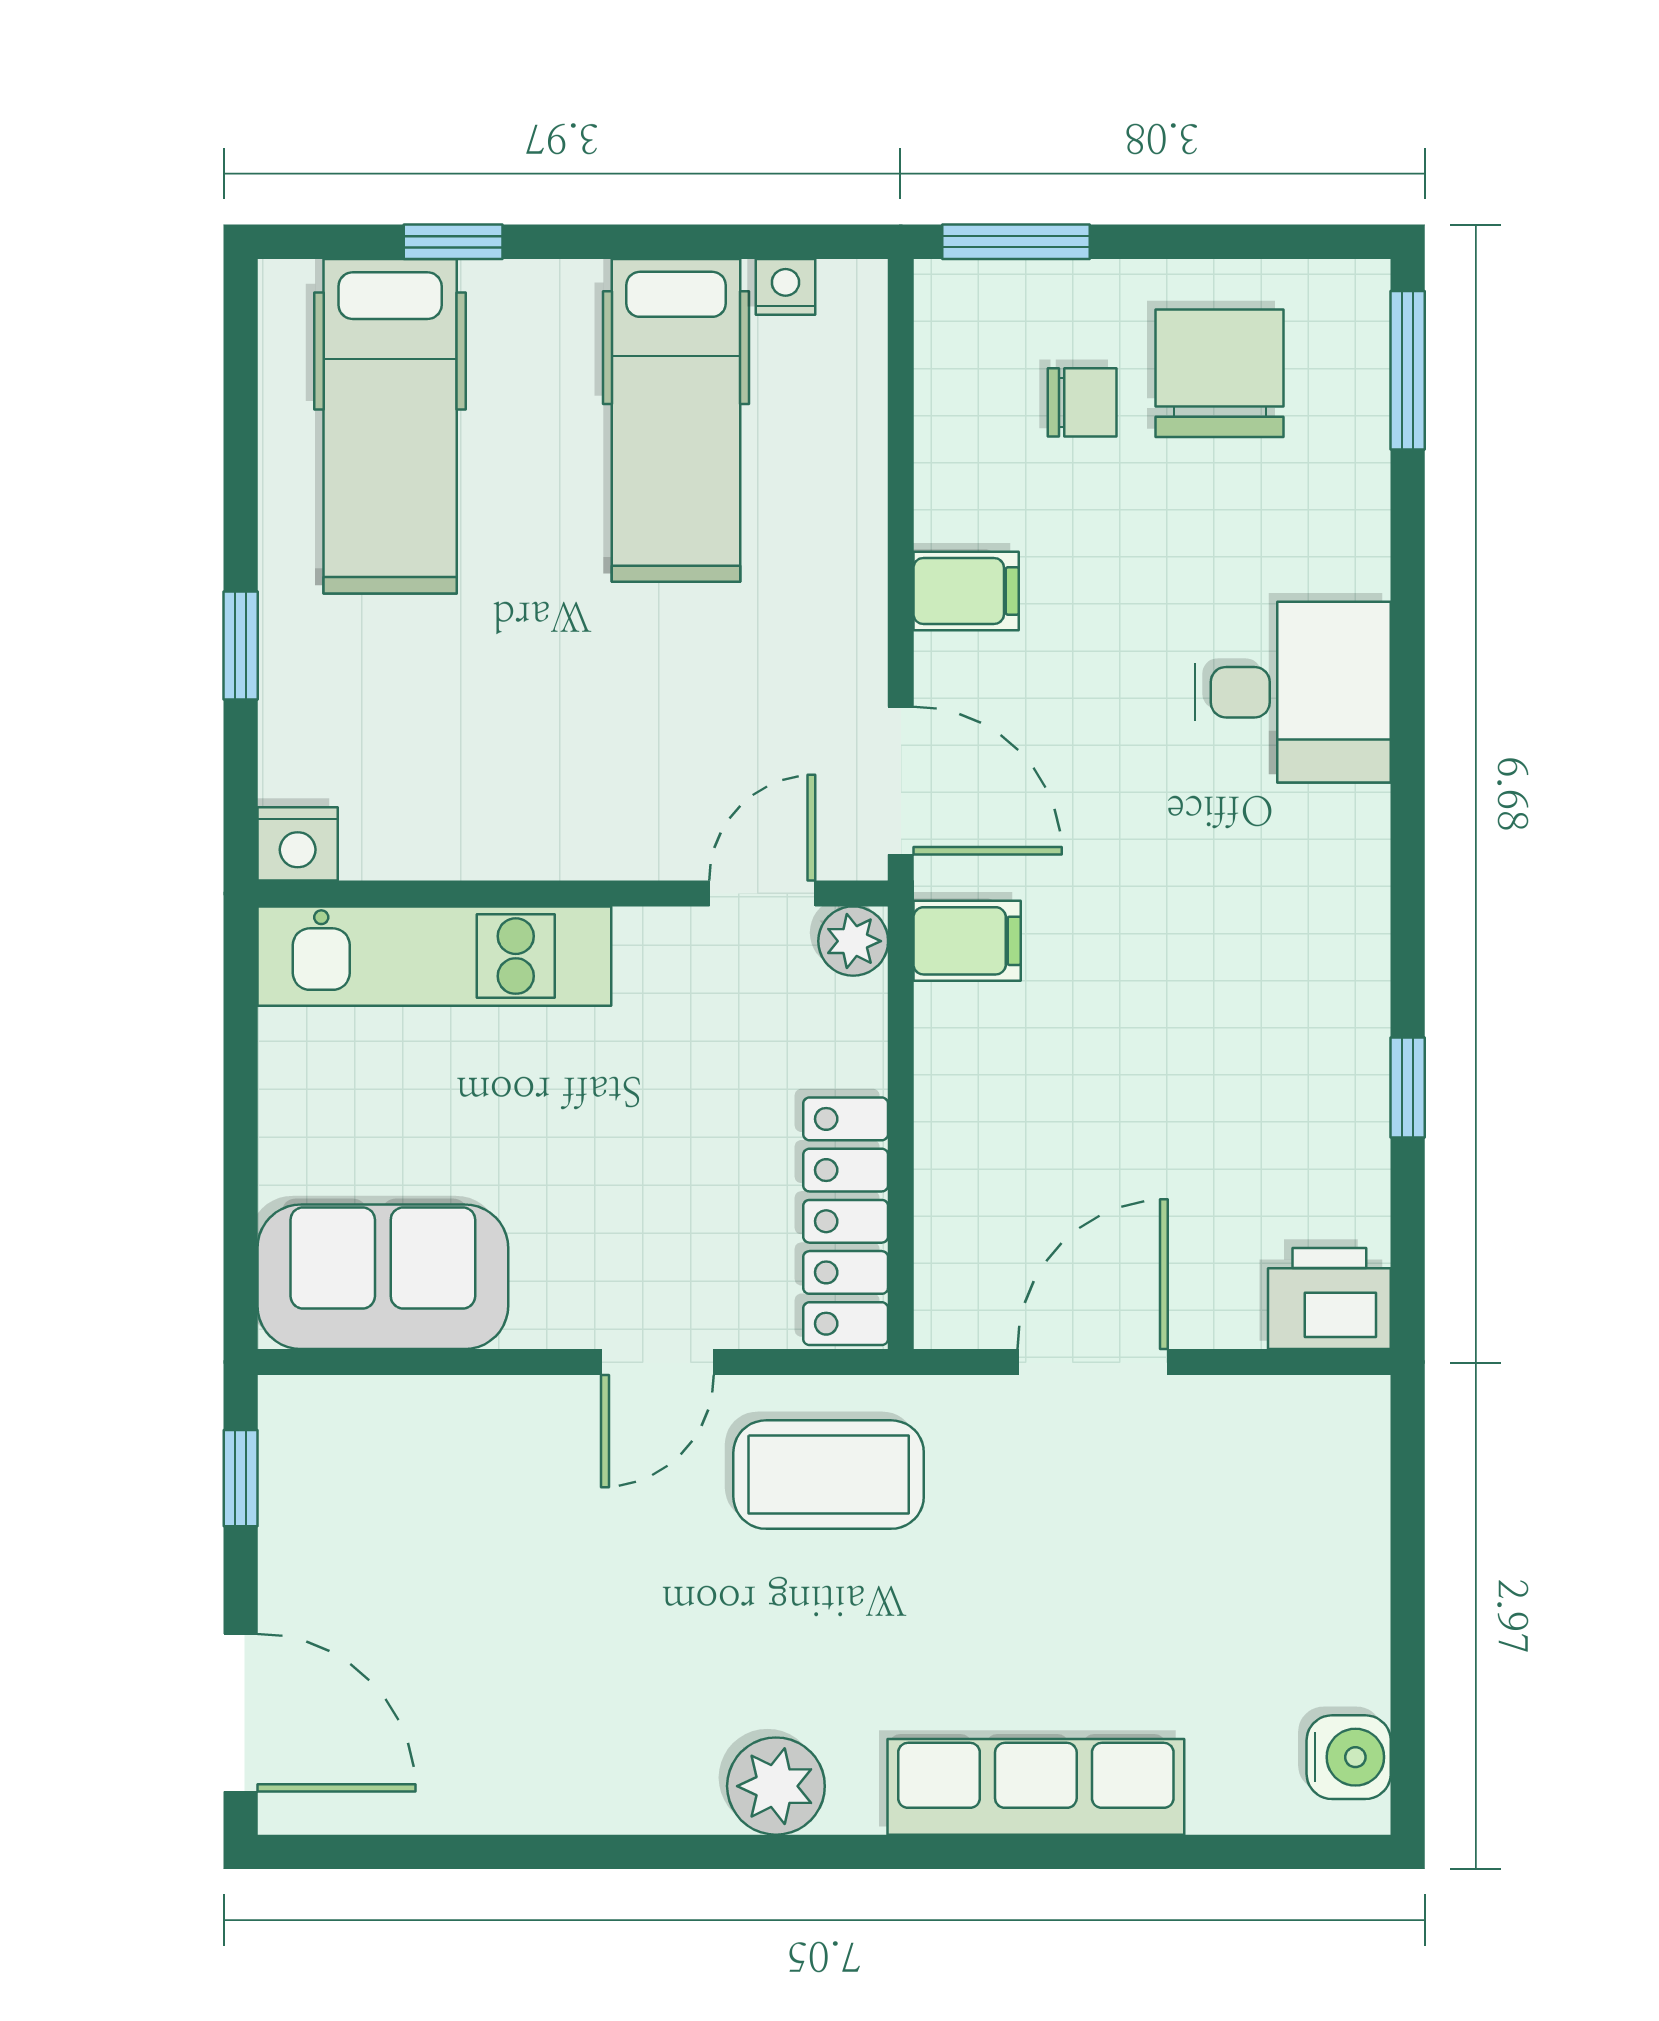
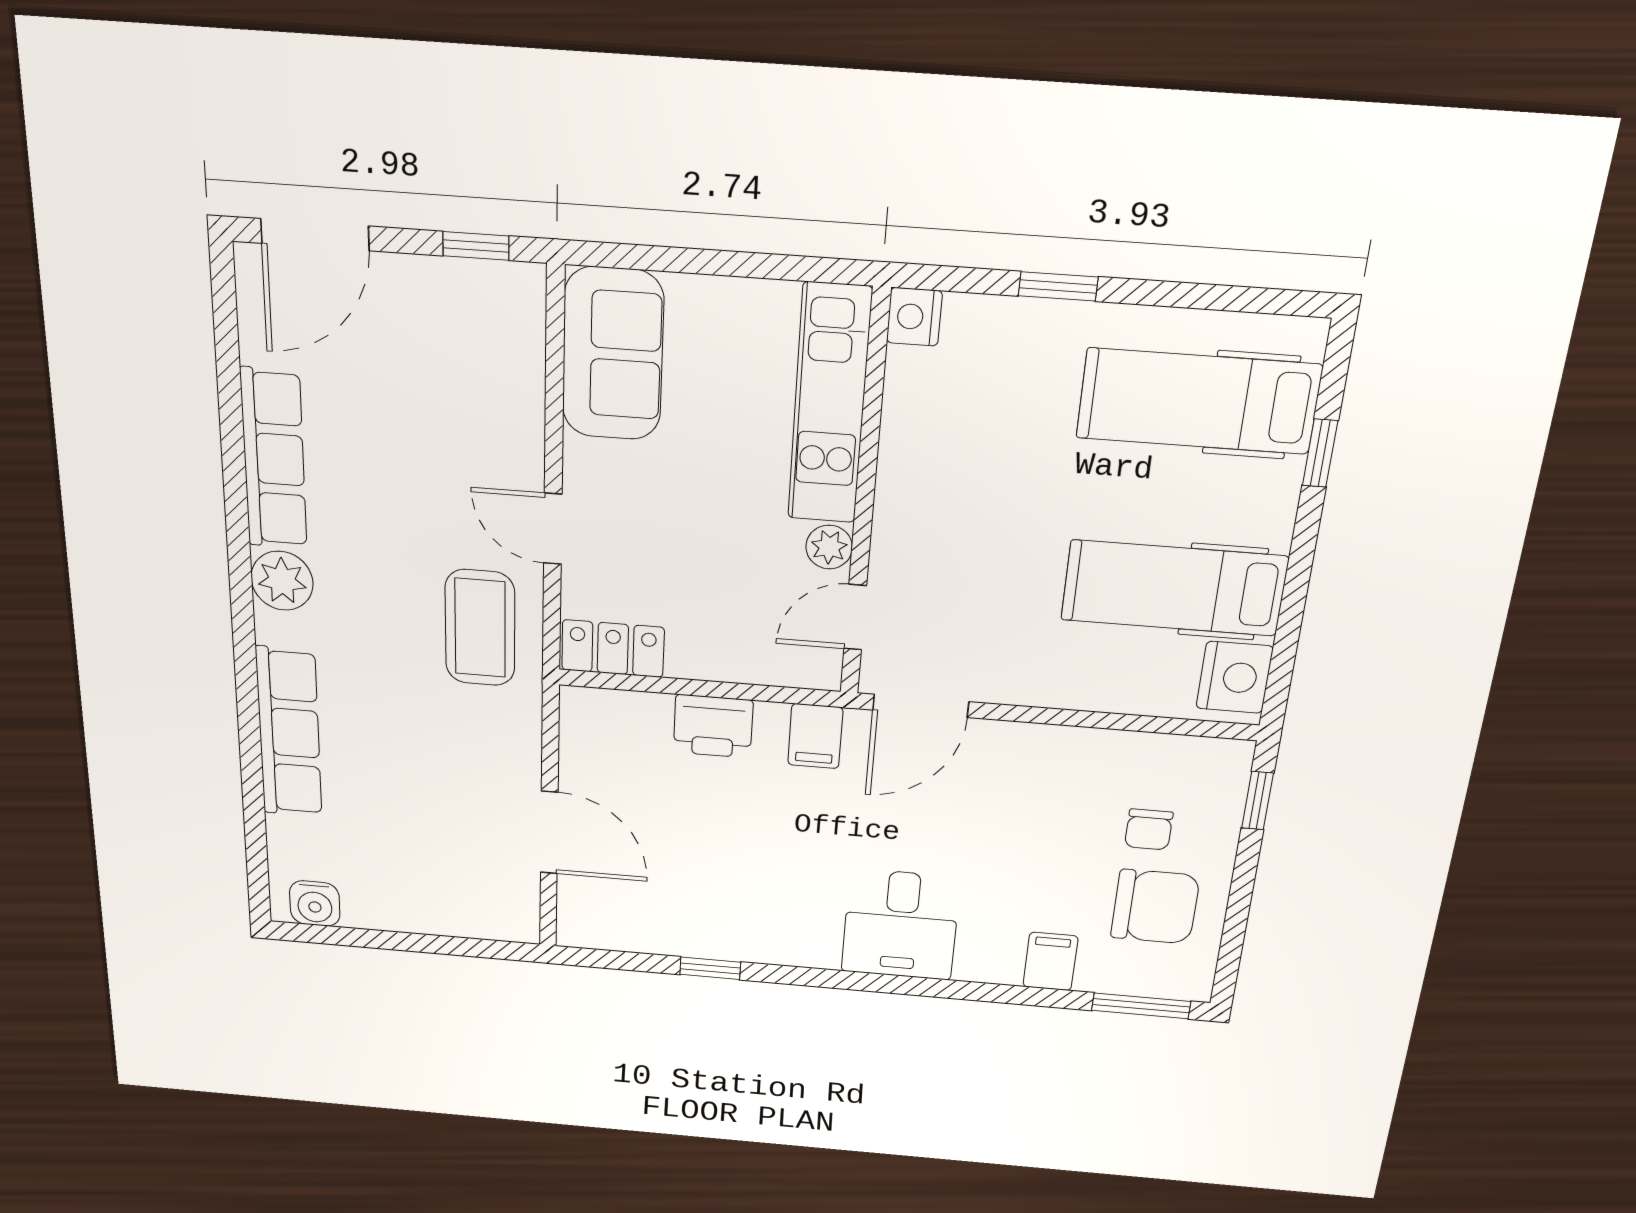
window: (1016, 242) -> (1257, 801), width x0.67
nightstand: (785, 287) -> (1235, 677), width x1.89, depth x1.79
filing cabinet: (966, 591) -> (1050, 961), moved, turned 180
desk: (1293, 692) -> (901, 925), moved
door: (762, 893) -> (855, 617), swing flipped
plant: (853, 941) -> (829, 547), moved
locker: (846, 1221) -> (613, 649), width x0.66
printer: (1329, 1299) -> (713, 726), moved, turned 90
door: (1093, 1362) -> (549, 833), moved
row of seats: (580, 1790) -> (274, 459), added

